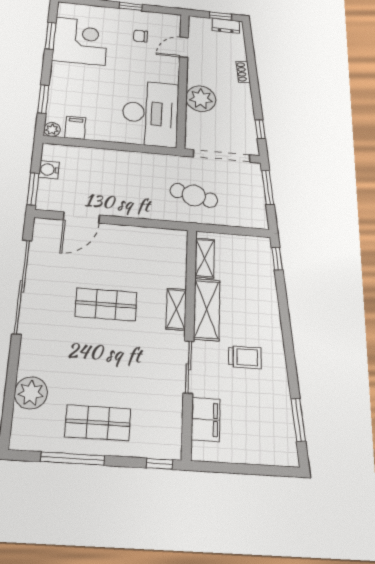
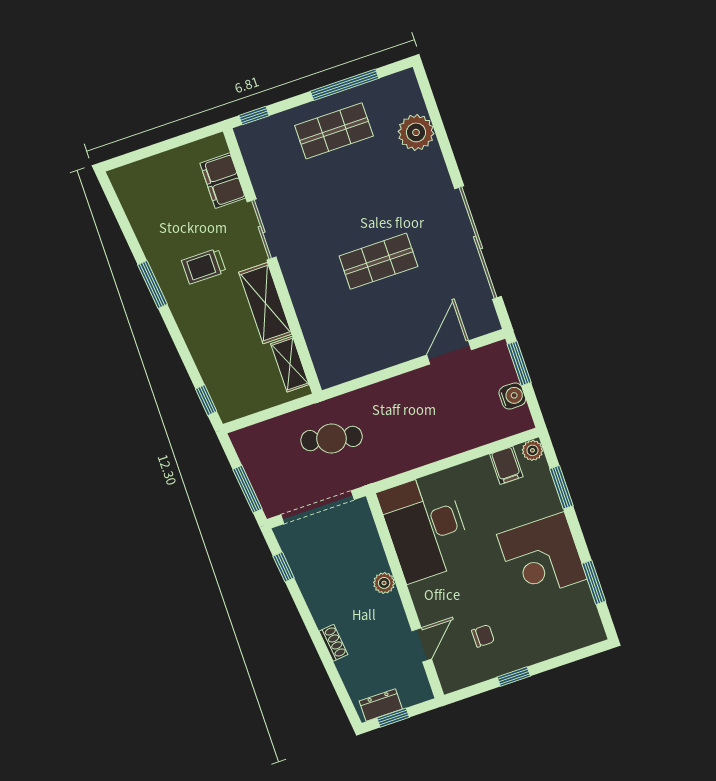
corner desk: (80, 41) -> (542, 557), moved
plant: (201, 99) -> (384, 583), width x0.53, depth x0.53
shelving: (176, 309) -> (299, 289), removed
window: (298, 420) -> (152, 284), moved

